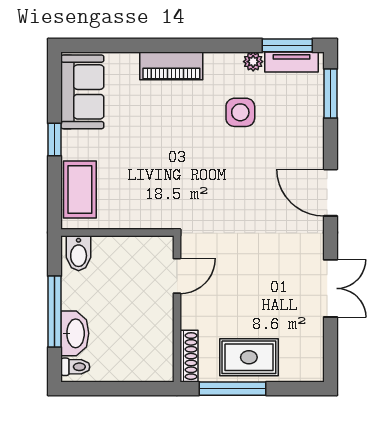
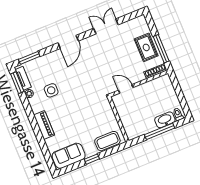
bidet: (79, 253) -> (133, 131), removed

